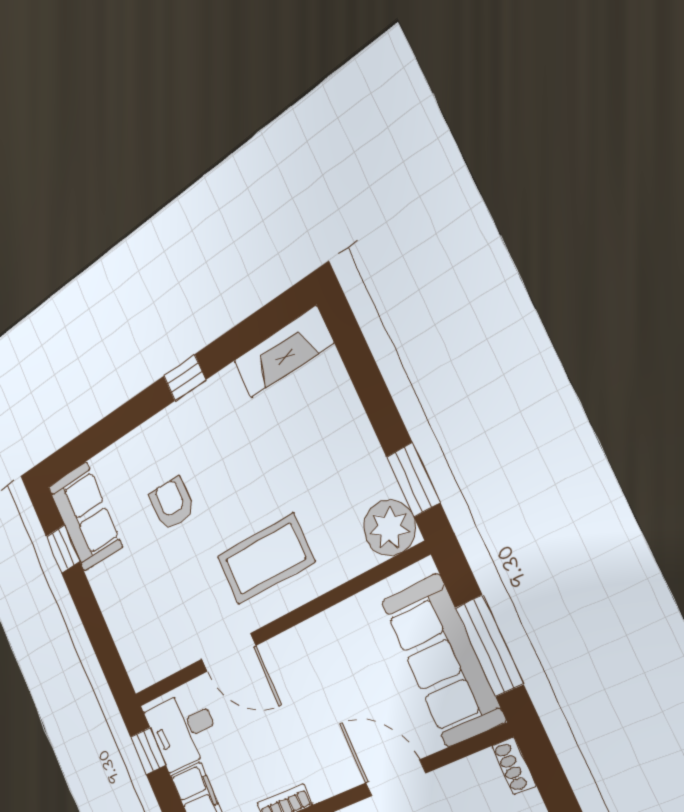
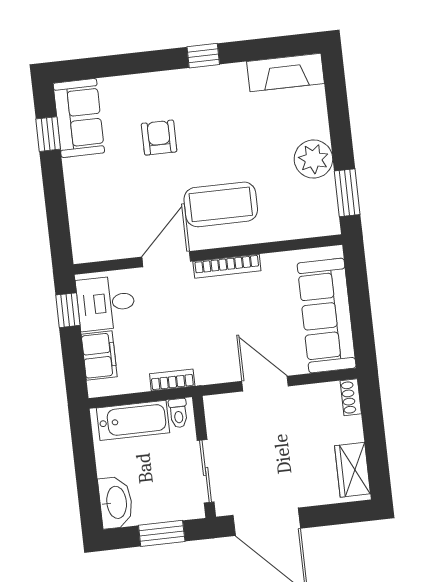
plant: (389, 528) -> (313, 159), moved
bookcase: (299, 637) -> (227, 266), added
window: (489, 646) -> (361, 316), removed
door: (228, 653) -> (166, 259), swing flipped

